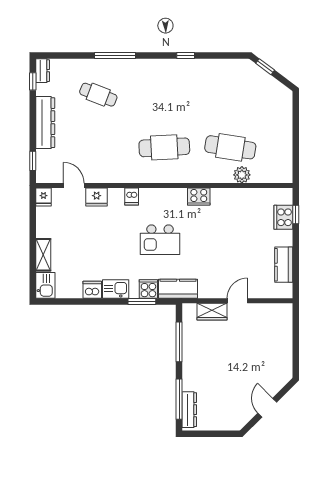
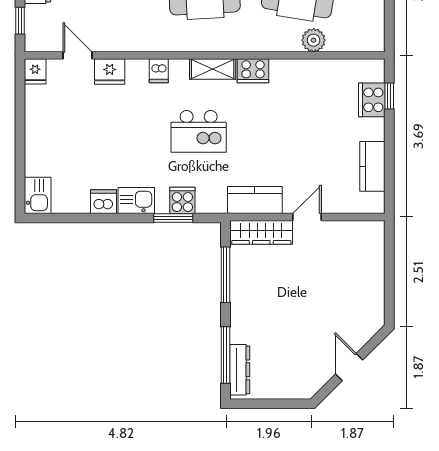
shelving: (43, 255) -> (213, 69), moved, turned 90
kitchen counter: (178, 289) -> (255, 200), moved
wardrobe: (212, 312) -> (261, 232), width x1.50

